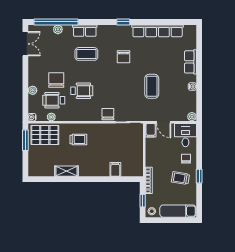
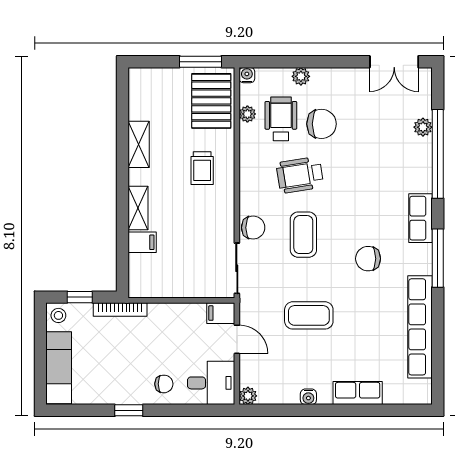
window: (56, 22) -> (438, 154), moved
window: (123, 22) -> (438, 258), width x2.17
row of seats: (85, 31) -> (421, 218), moved
coffee table: (86, 54) -> (303, 235), moved
wheelchair: (82, 91) -> (300, 175), turned 81
door: (164, 122) -> (237, 339), swing flipped
shelving: (98, 172) -> (138, 208), added
trolley: (180, 178) -> (125, 373), removed

